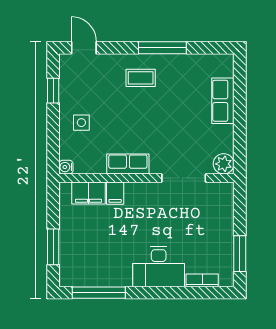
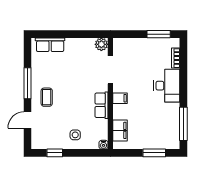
door: (84, 48) -> (28, 120), moved
row of seats: (223, 101) -> (50, 45), moved
filing cabinet: (115, 193) -> (120, 98), moved

